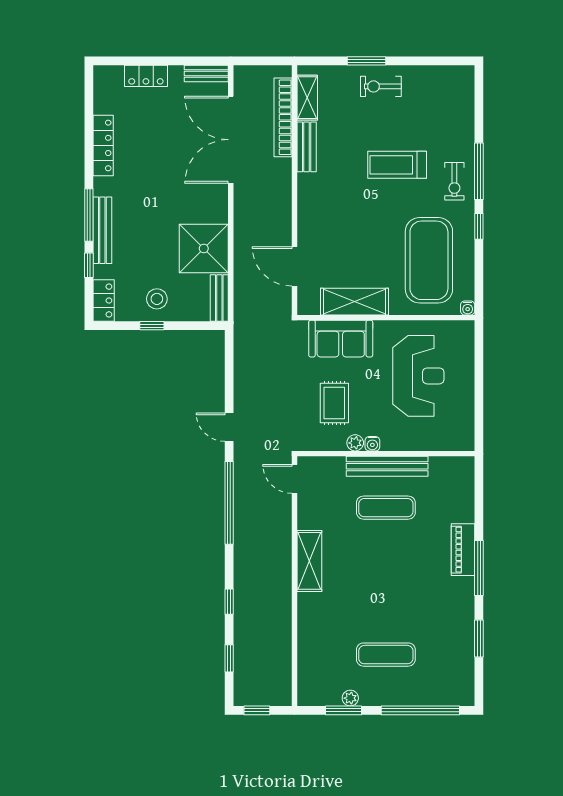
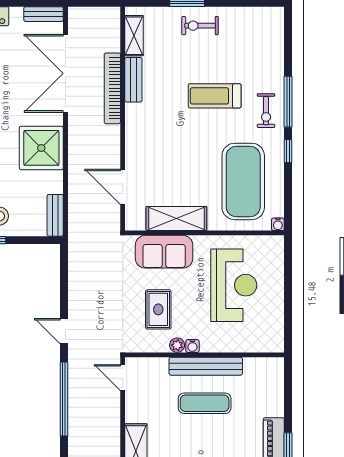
bookcase: (283, 117) -> (112, 88), moved
shower: (204, 248) -> (41, 148), moved

